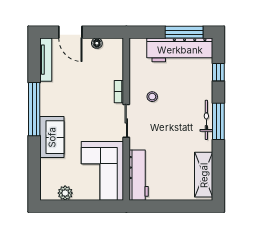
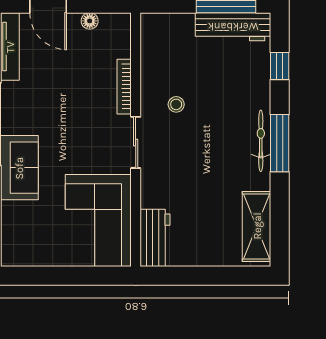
workbench: (180, 50) -> (233, 27), width x0.73, depth x0.76
bookcase: (119, 92) -> (124, 87), width x1.56
workbench: (139, 175) -> (155, 238), width x0.73
plant: (65, 193) -> (40, 255), removed

